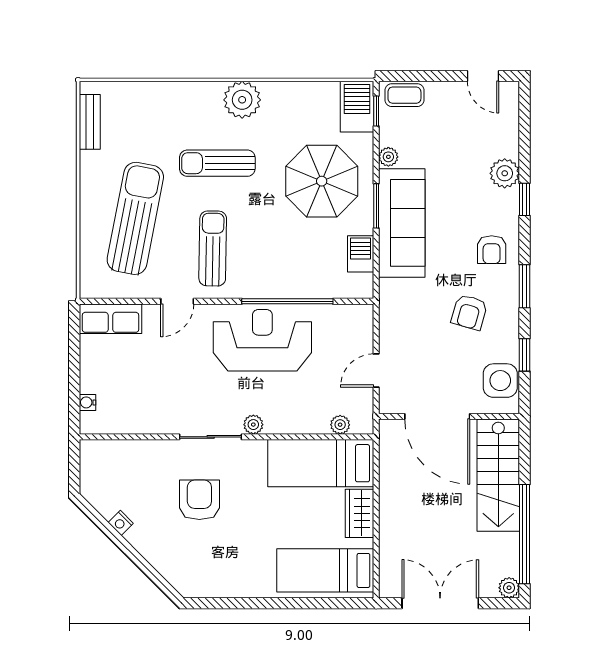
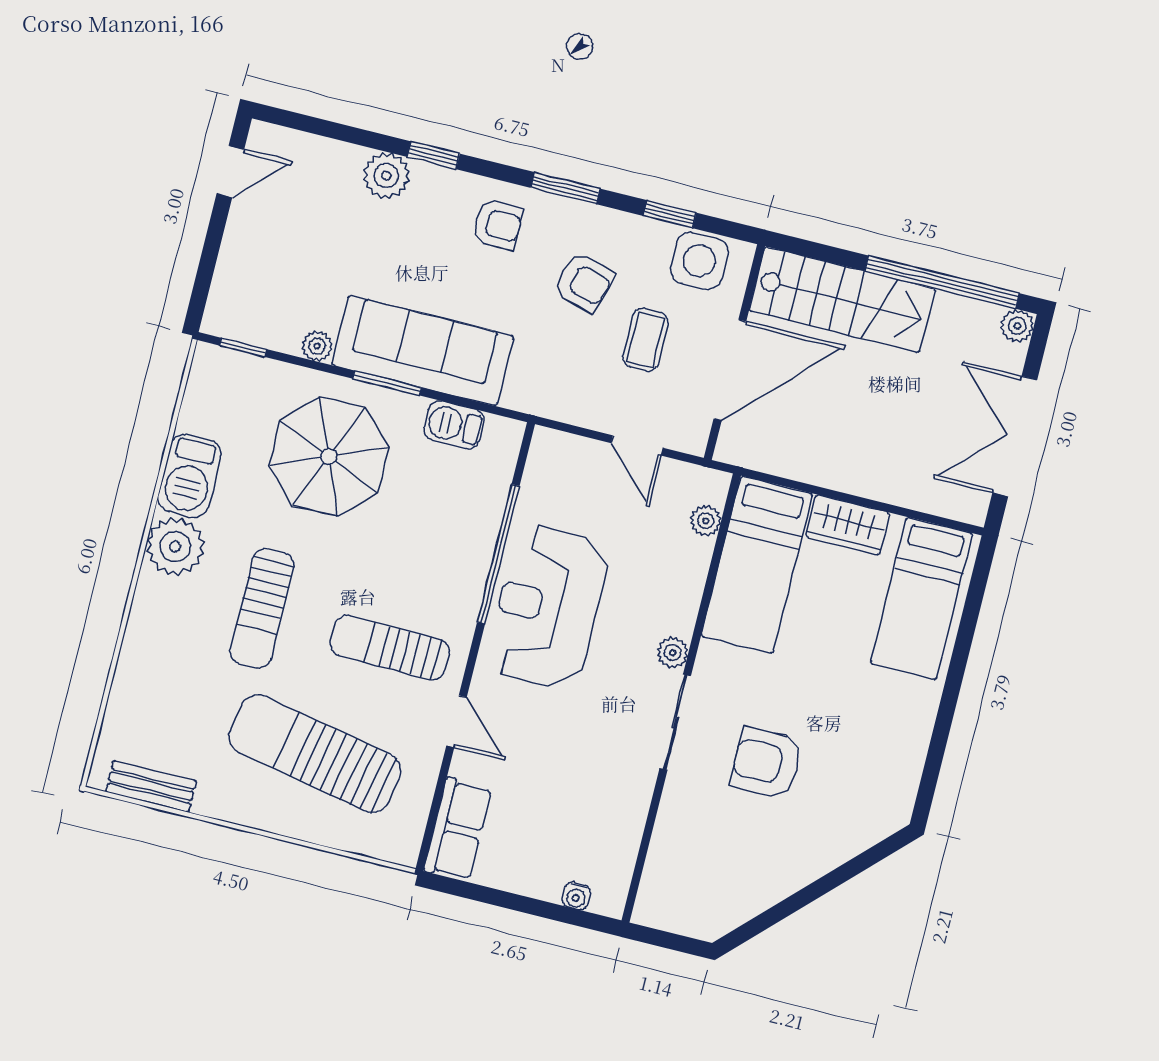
coffee table: (404, 95) -> (645, 340), moved
barbecue: (357, 107) -> (190, 476), moved, turned -90
nightstand: (121, 523) -> (772, 891), removed

